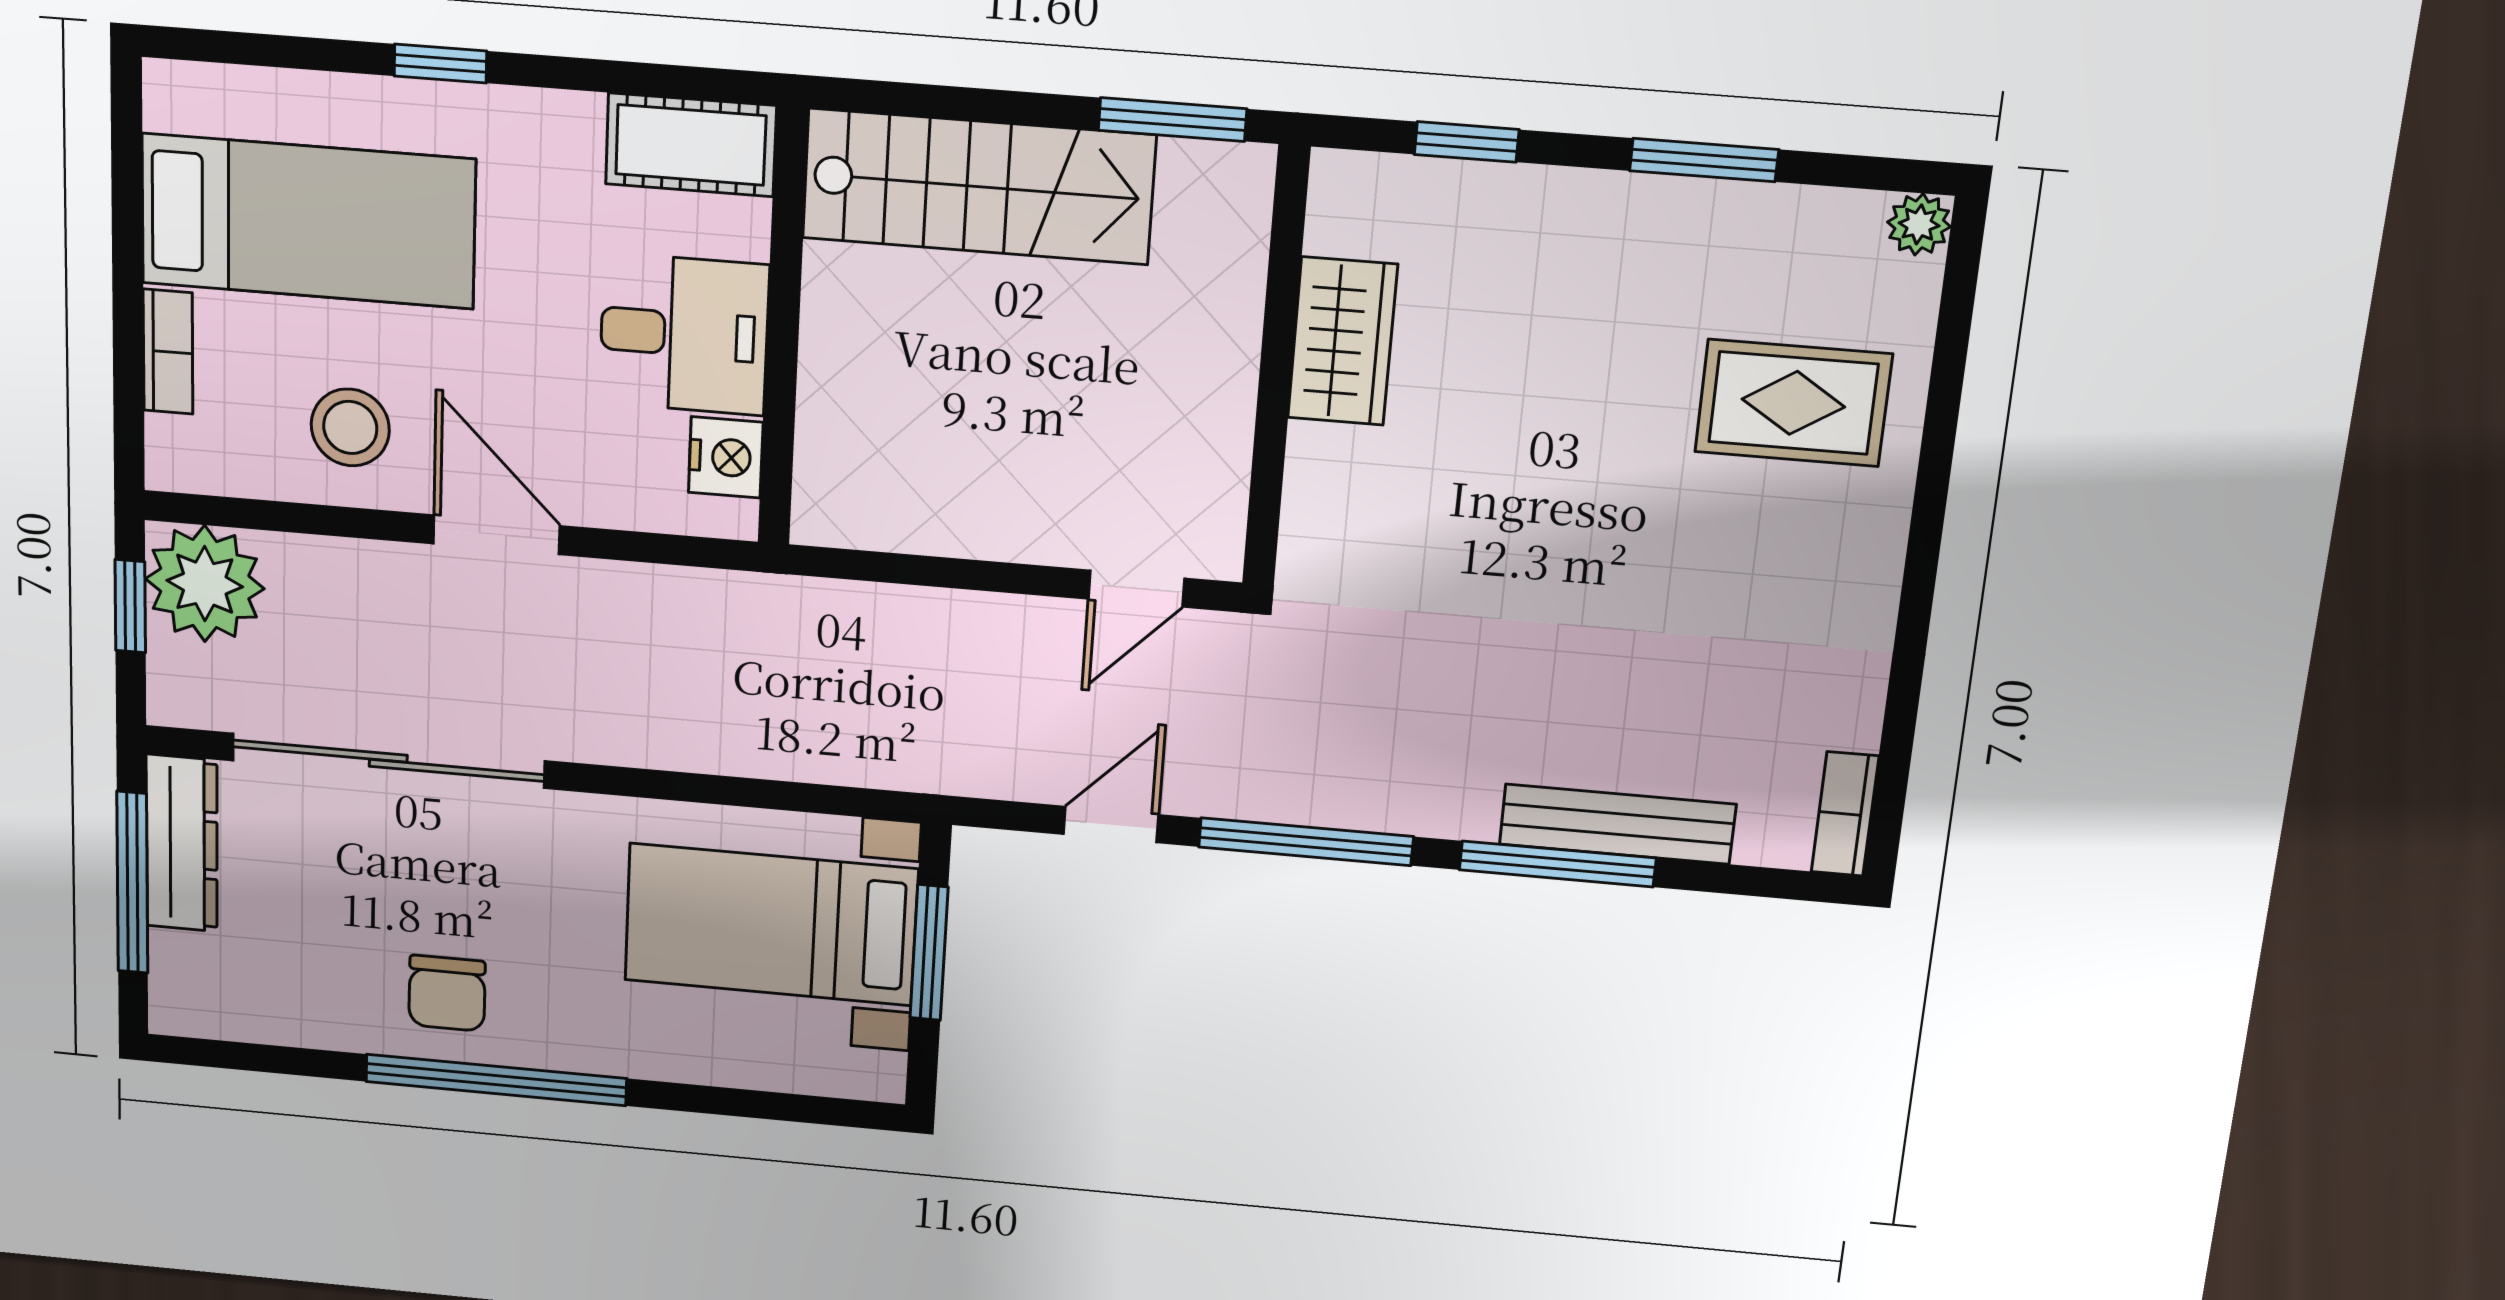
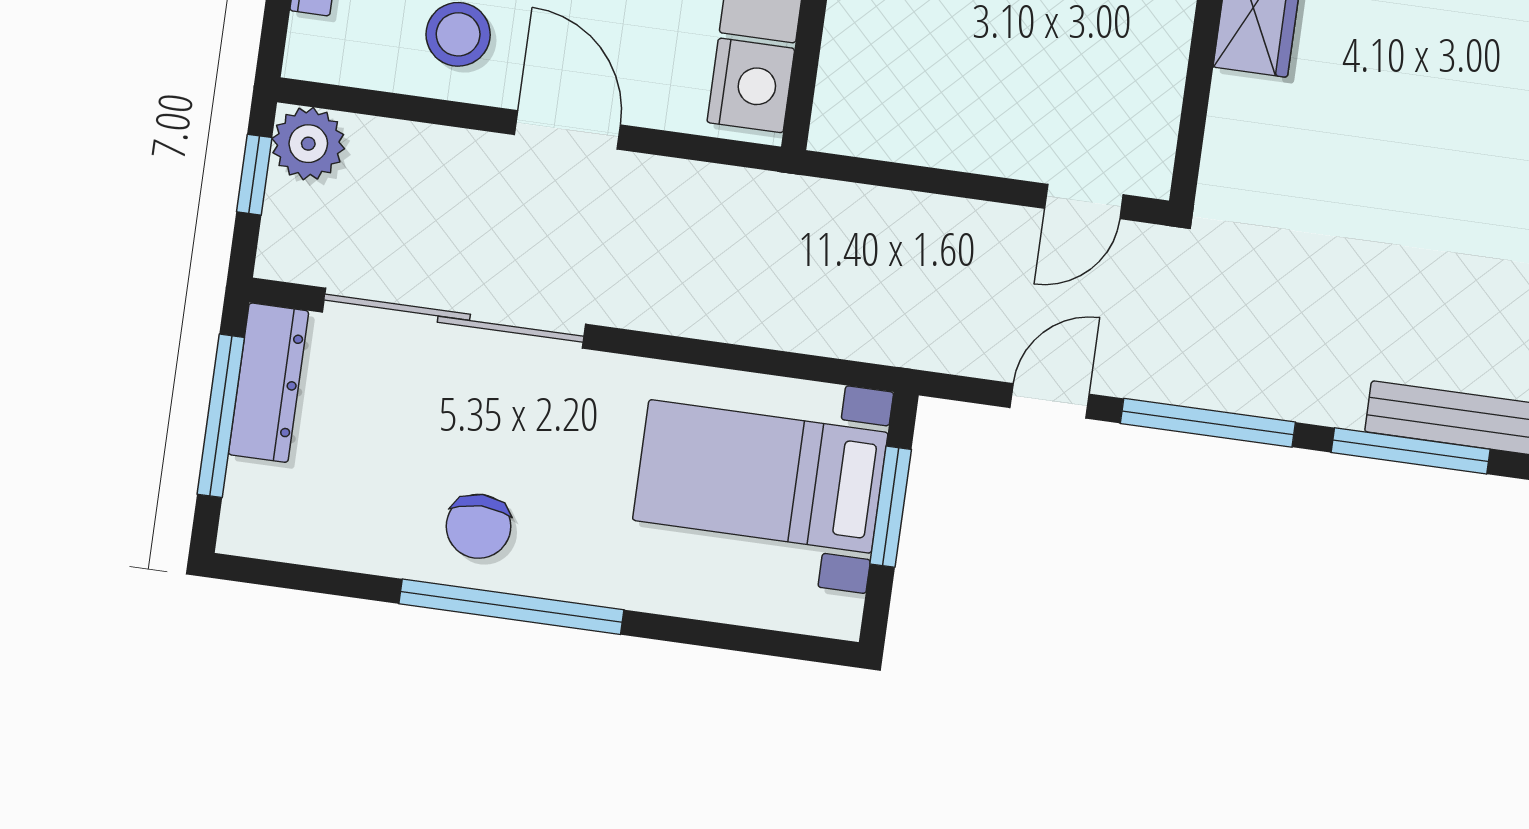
nightstand: (726, 457) -> (751, 85), width x1.36, depth x1.33
plant: (205, 584) -> (308, 144), width x0.73, depth x0.73

